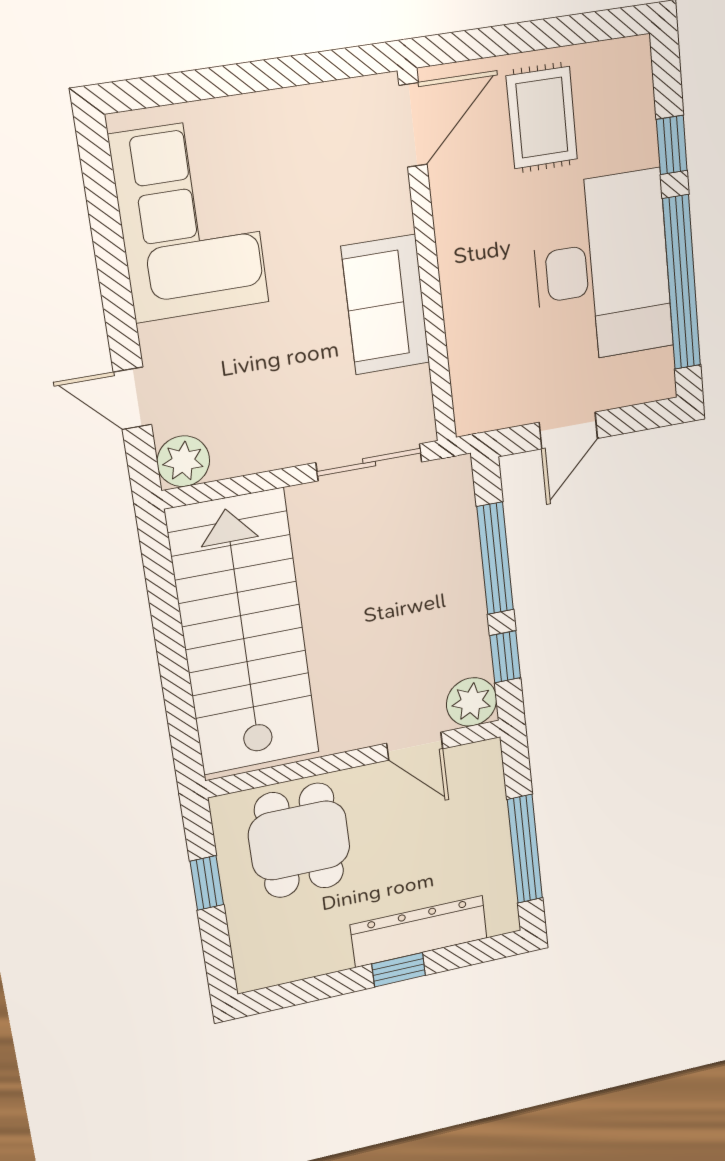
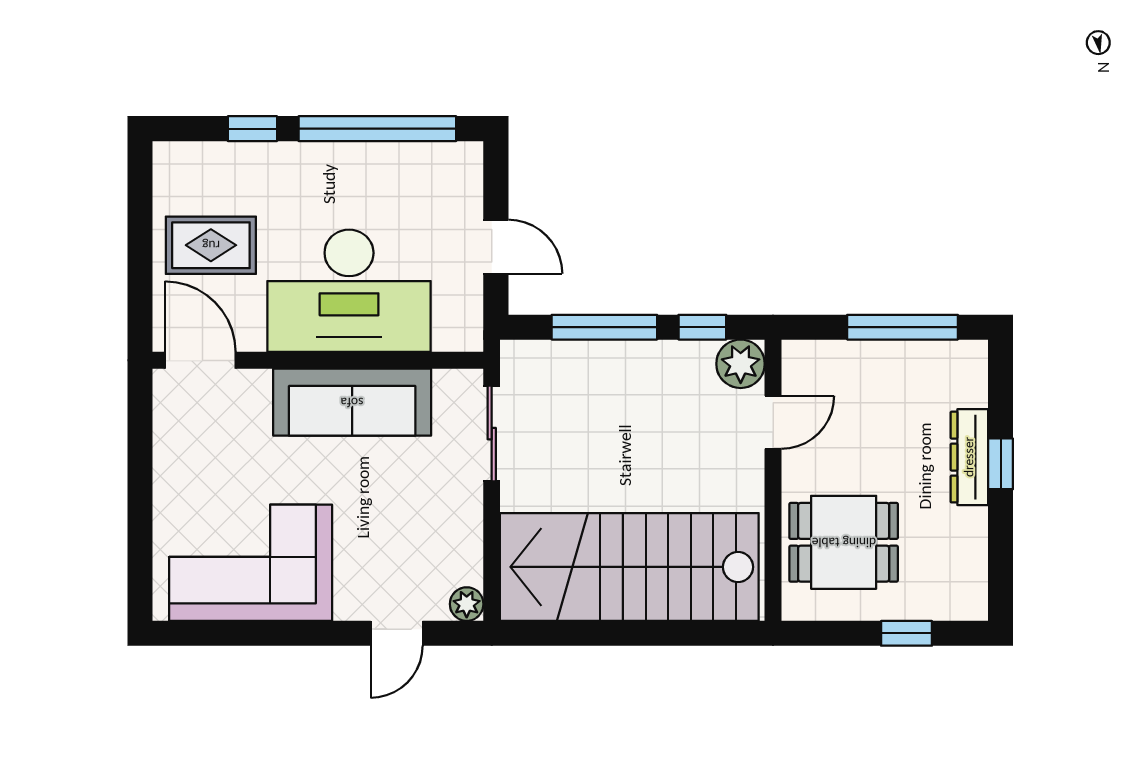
desk: (602, 268) -> (349, 291), moved, turned 180
sofa: (386, 305) -> (352, 402), width x1.36
plant: (183, 461) -> (467, 604), width x0.73, depth x0.73
window: (207, 883) -> (907, 633), moved
dresser: (419, 931) -> (969, 457), width x0.73, depth x0.80

